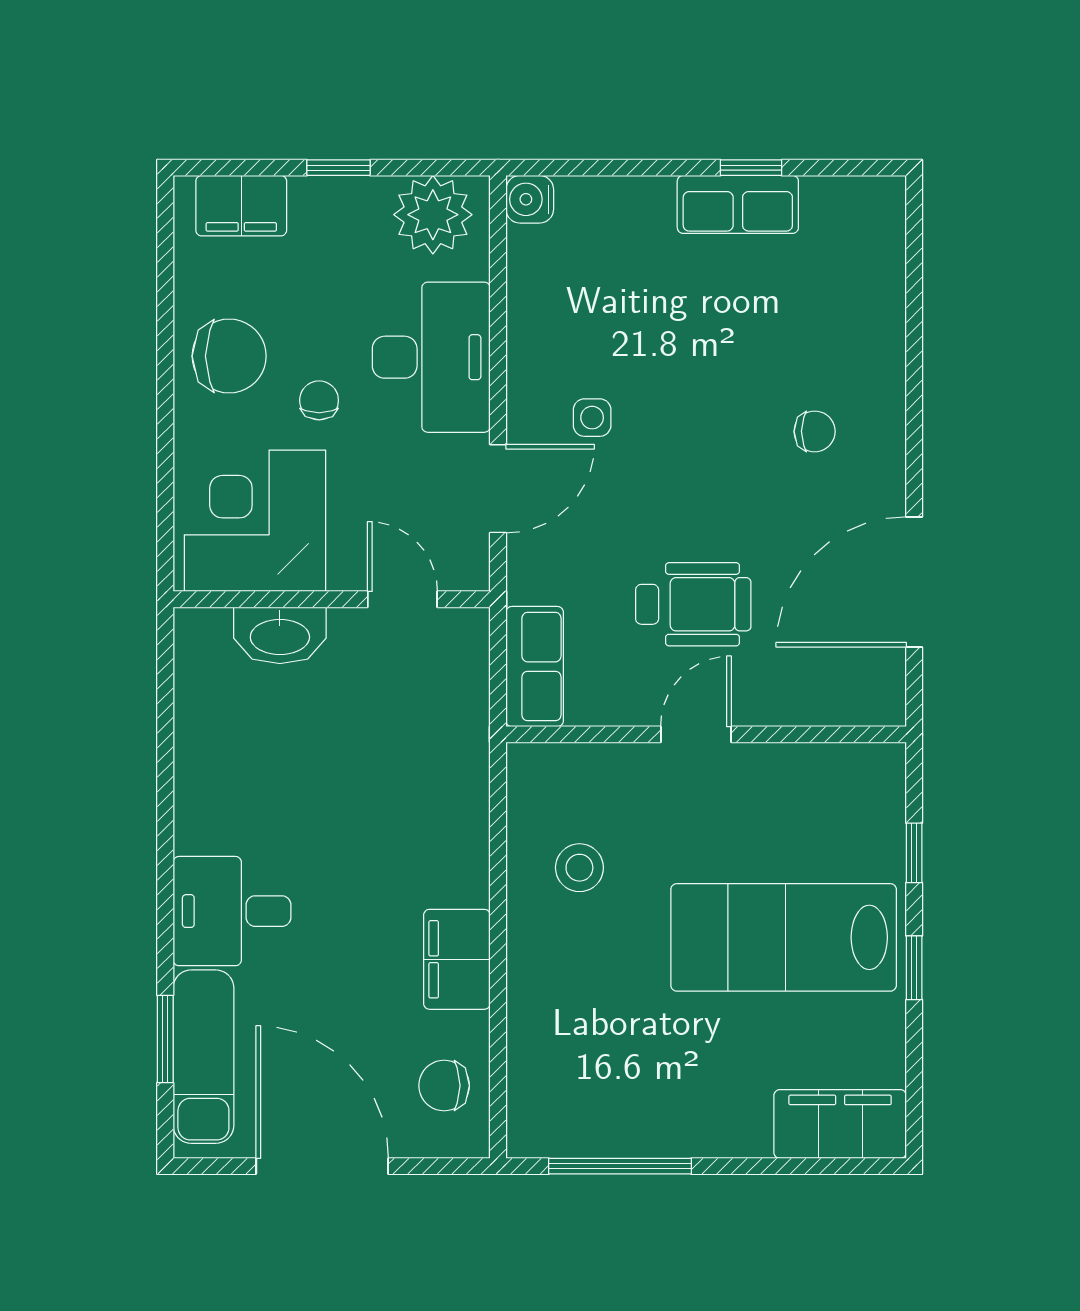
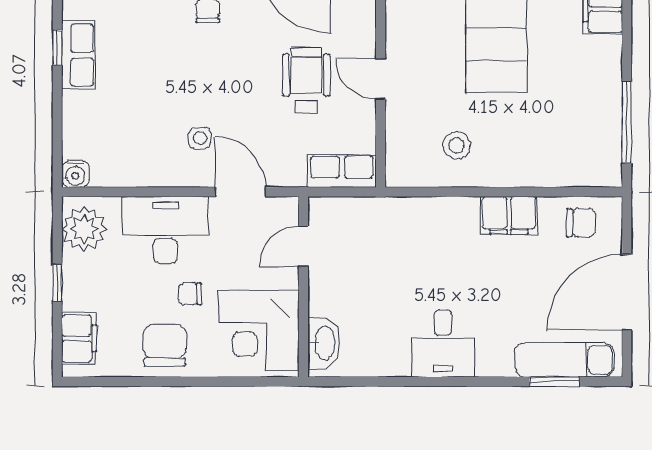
washbasin: (280, 635) -> (324, 343), moved
desk: (232, 911) -> (443, 344), moved
chair: (444, 1086) -> (581, 223), turned -90

